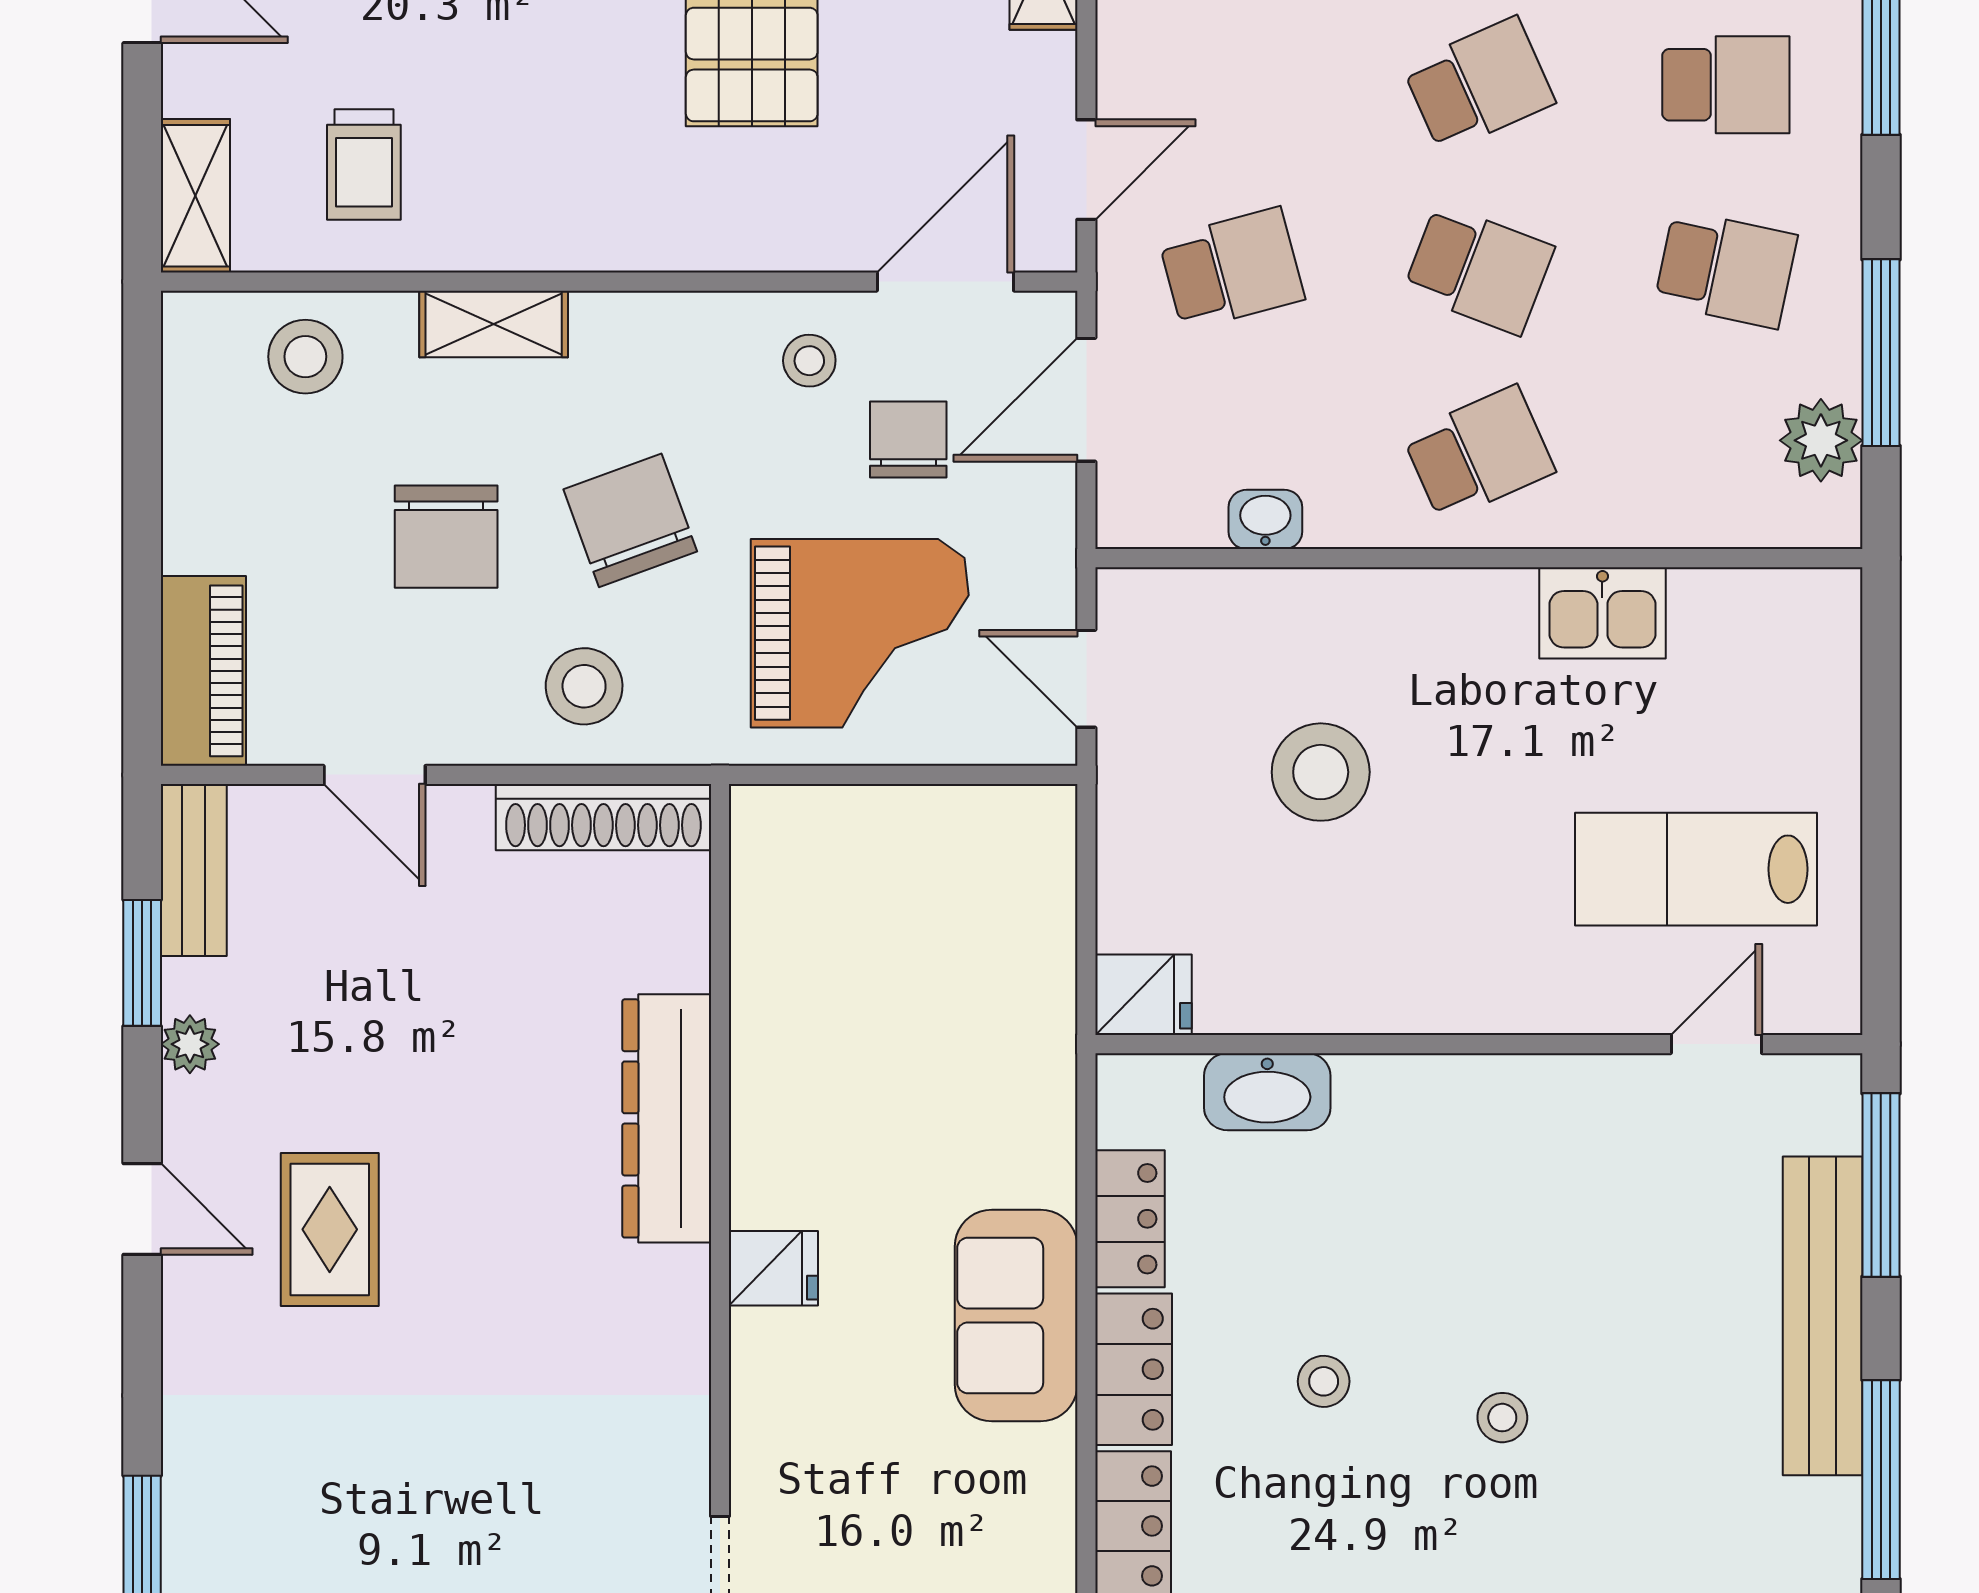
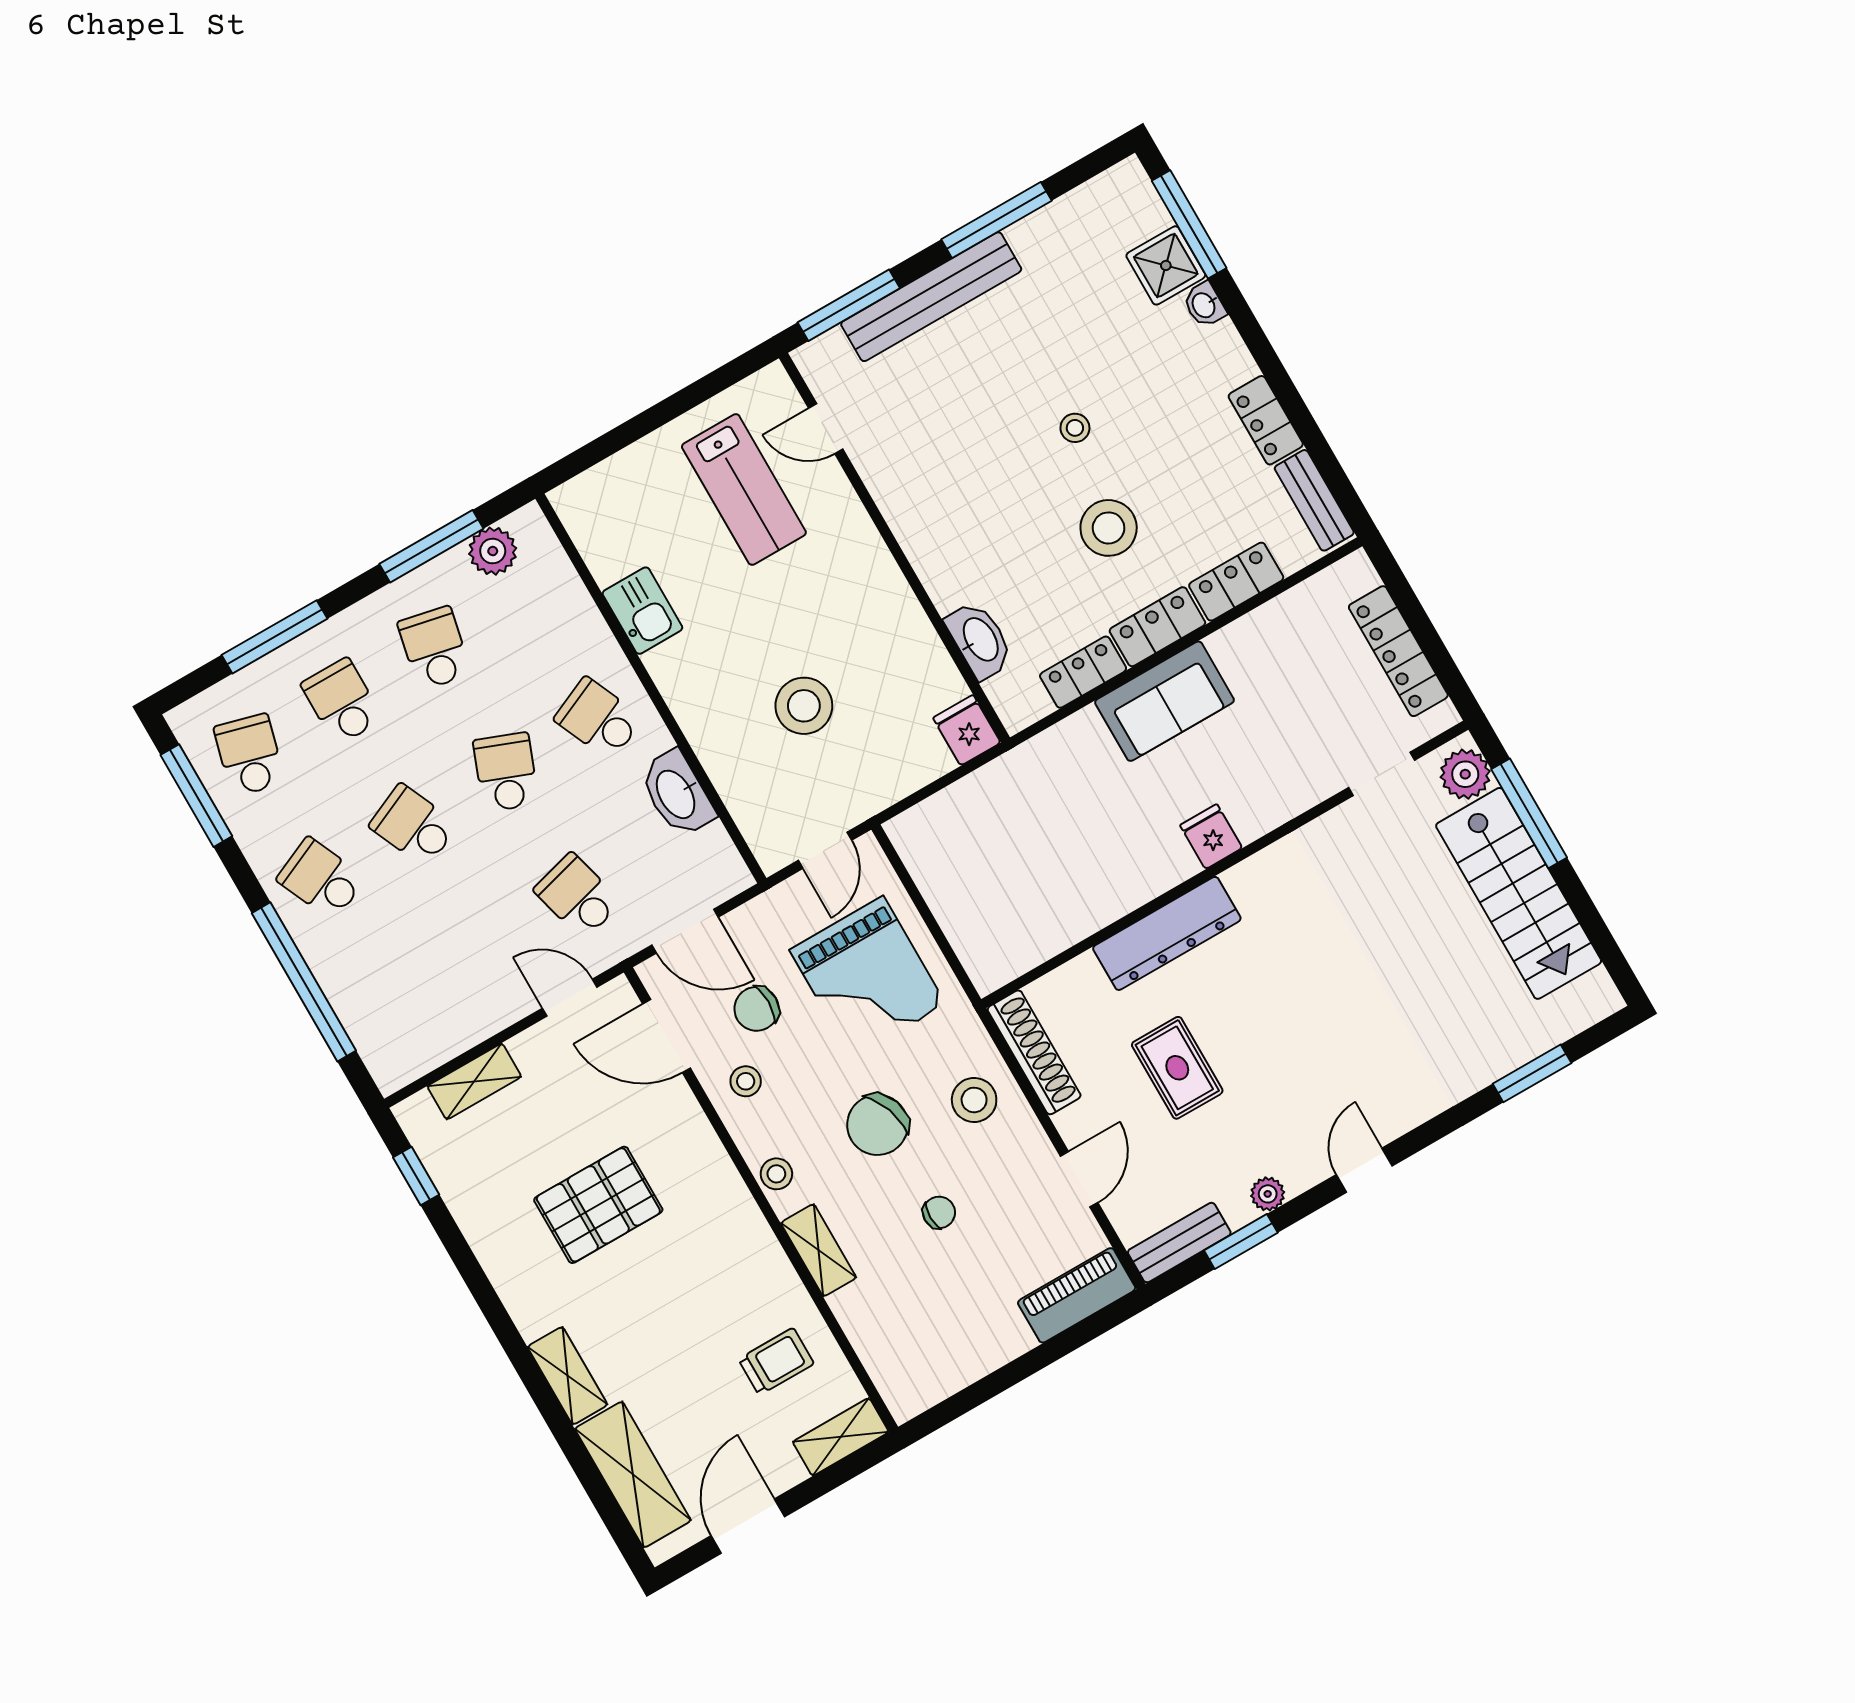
stool: (305, 357) -> (776, 1174), moved, width x0.73, depth x0.73
washbasin: (1265, 519) -> (677, 794), width x1.91, depth x1.45
chair: (446, 537) -> (939, 1212), width x0.54, depth x0.54
grand piano: (860, 633) -> (868, 977), turned 180
rug: (330, 1229) -> (1177, 1068), moved, turned 90
stool: (1324, 1381) -> (1109, 528), width x1.89, depth x1.89

